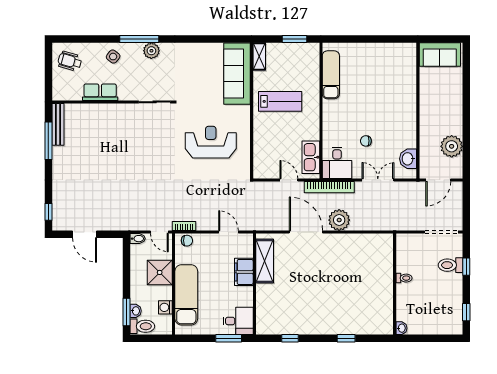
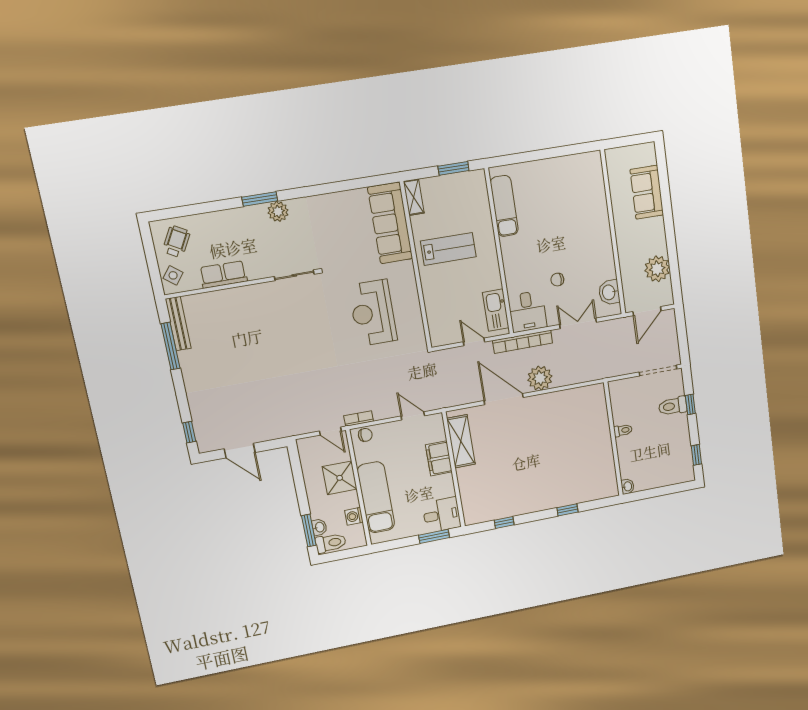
window: (139, 39) -> (260, 199), width x0.69
sofa: (440, 55) -> (647, 192), moved, turned 90
side table: (113, 57) -> (173, 275), moved
wheelchair: (70, 61) -> (176, 241), turned 103
reception desk: (211, 142) -> (373, 313), turned -90
bidet: (138, 239) -> (306, 444), removed

